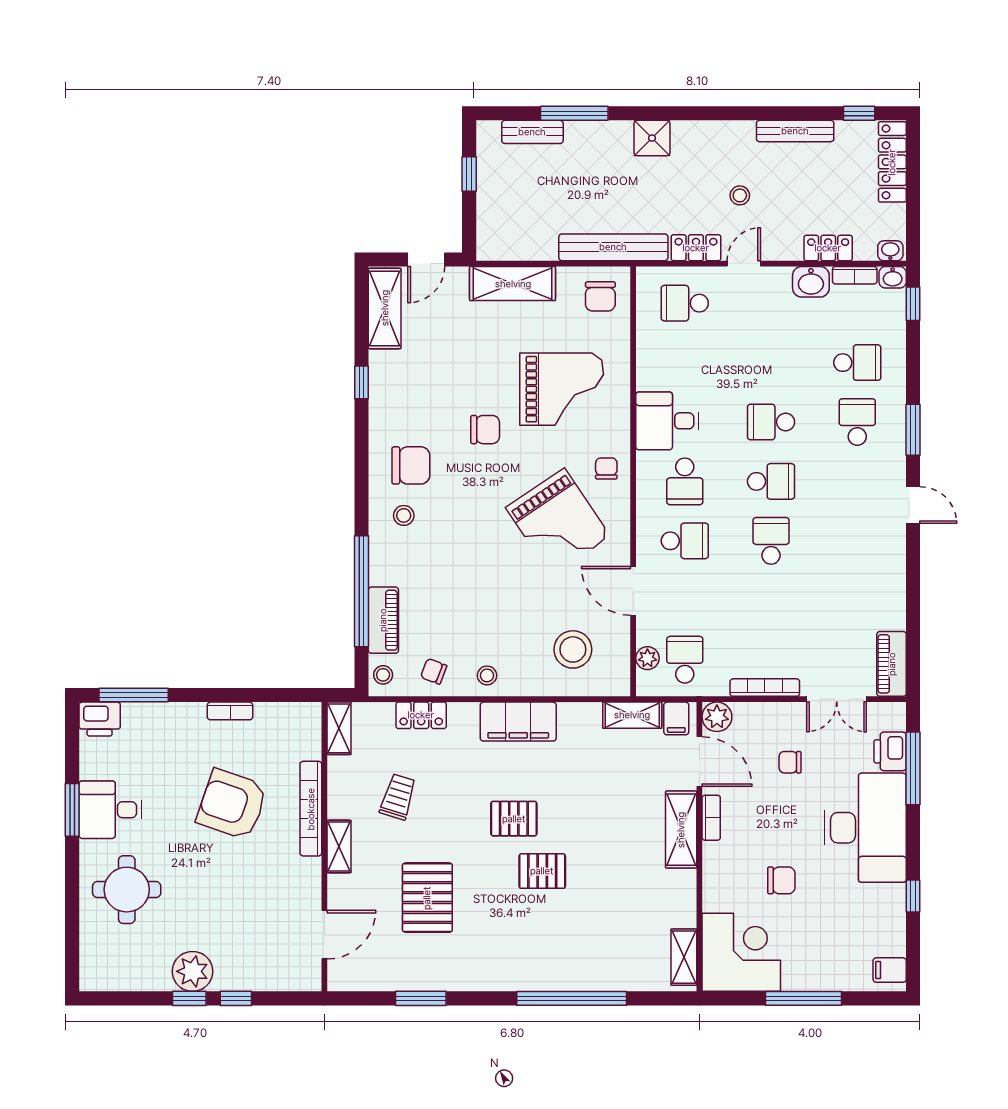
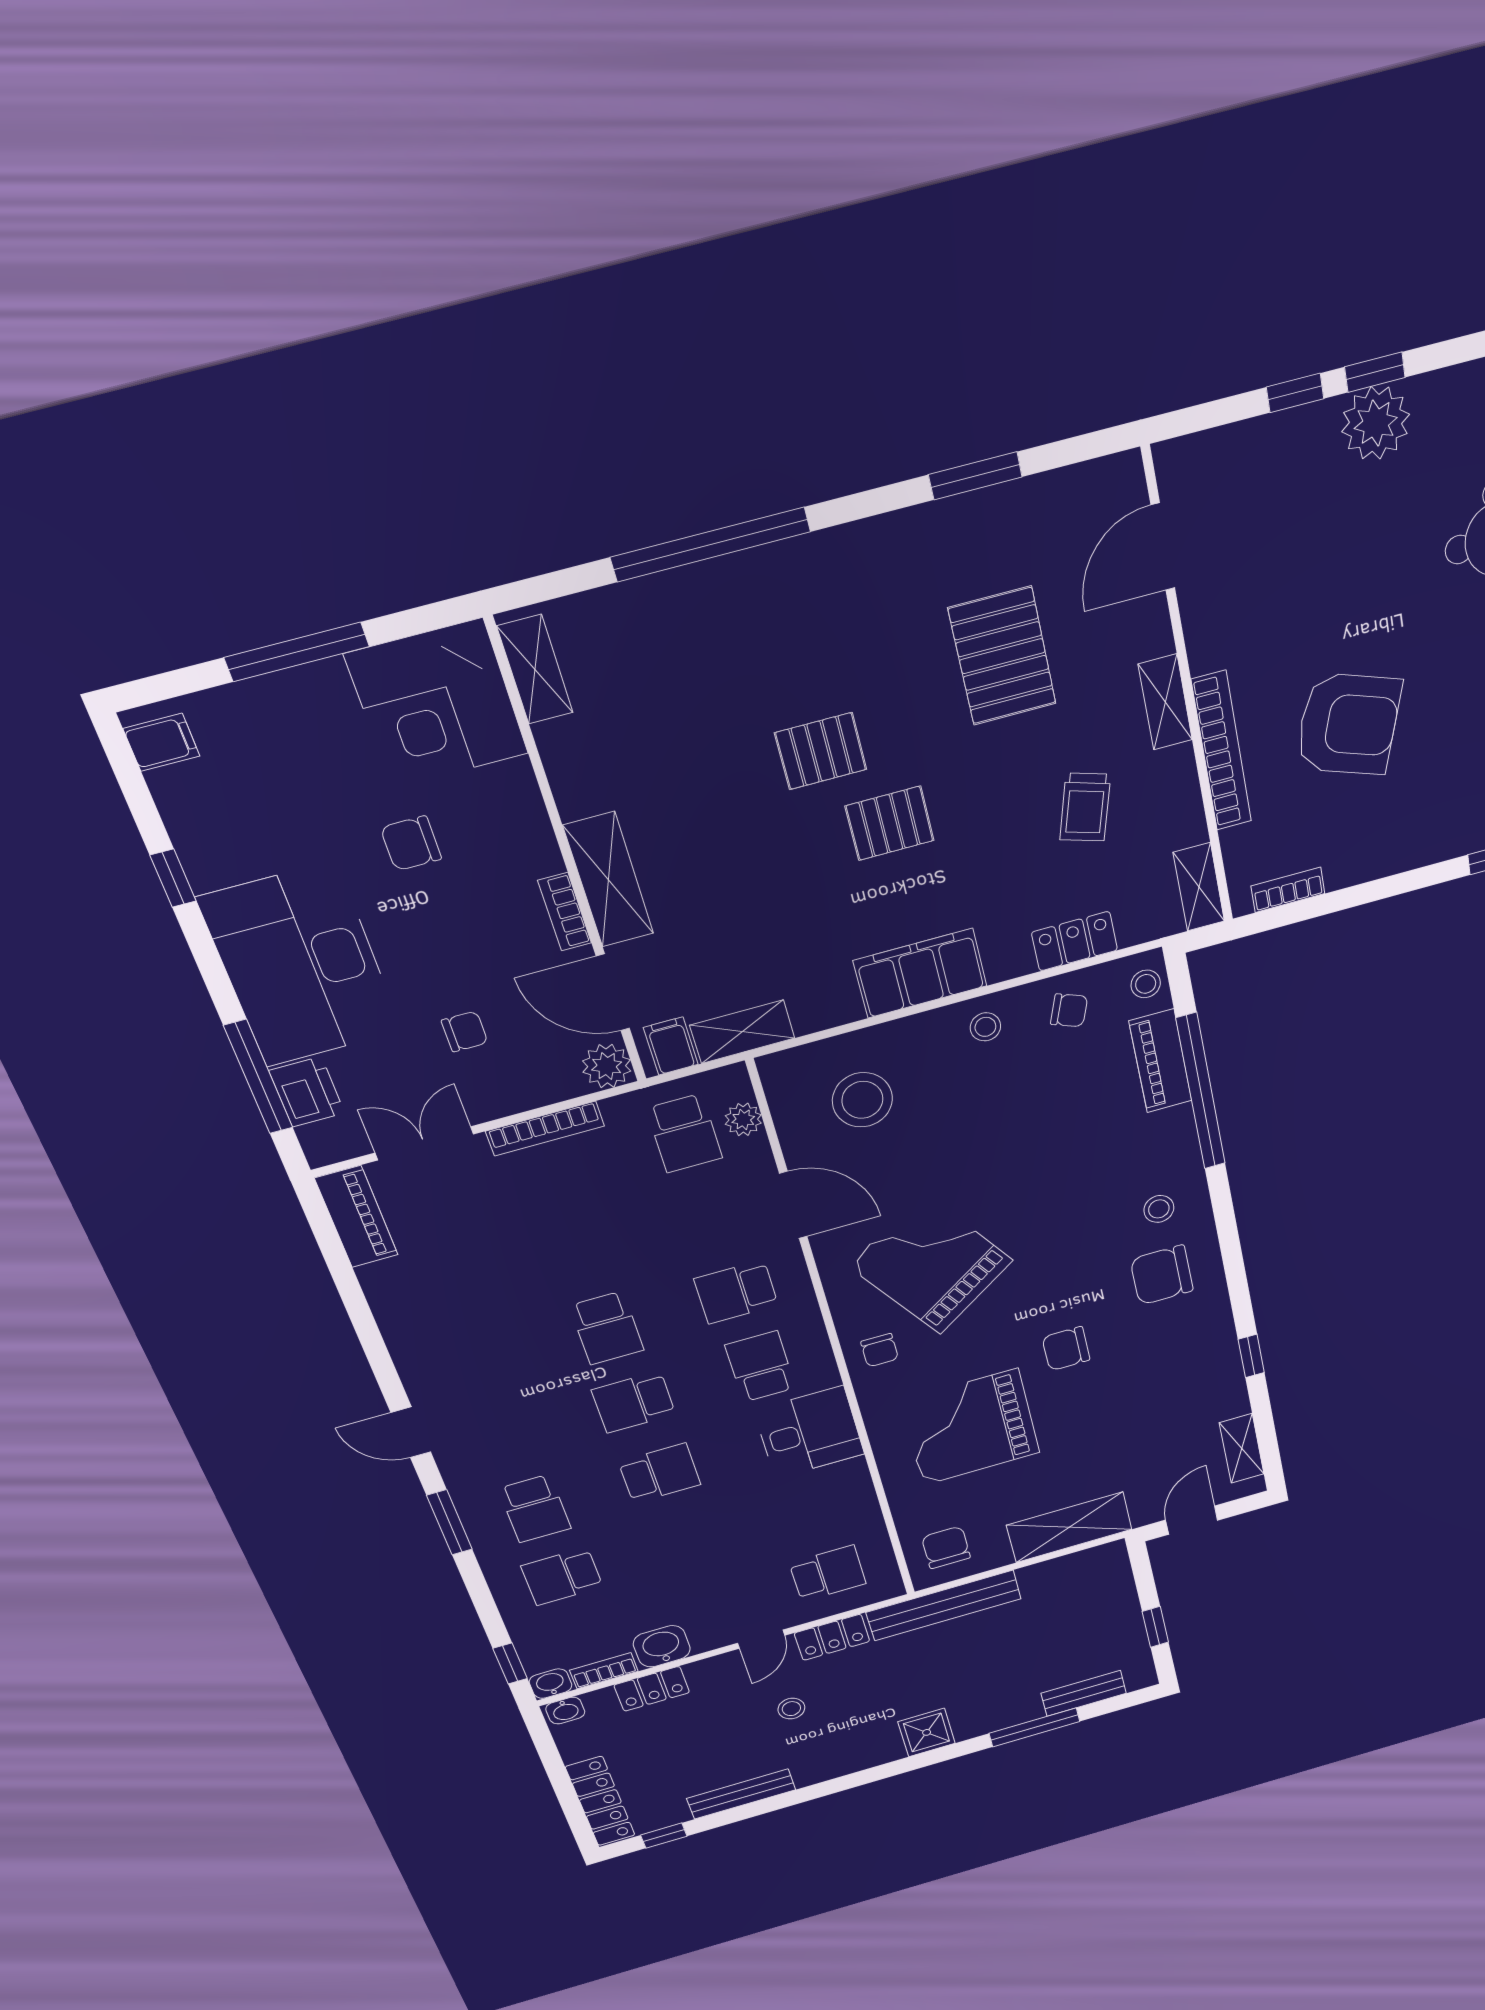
shelving: (385, 308) -> (1242, 1448), width x0.67, depth x0.75
bookcase: (230, 711) -> (1288, 890), moved

